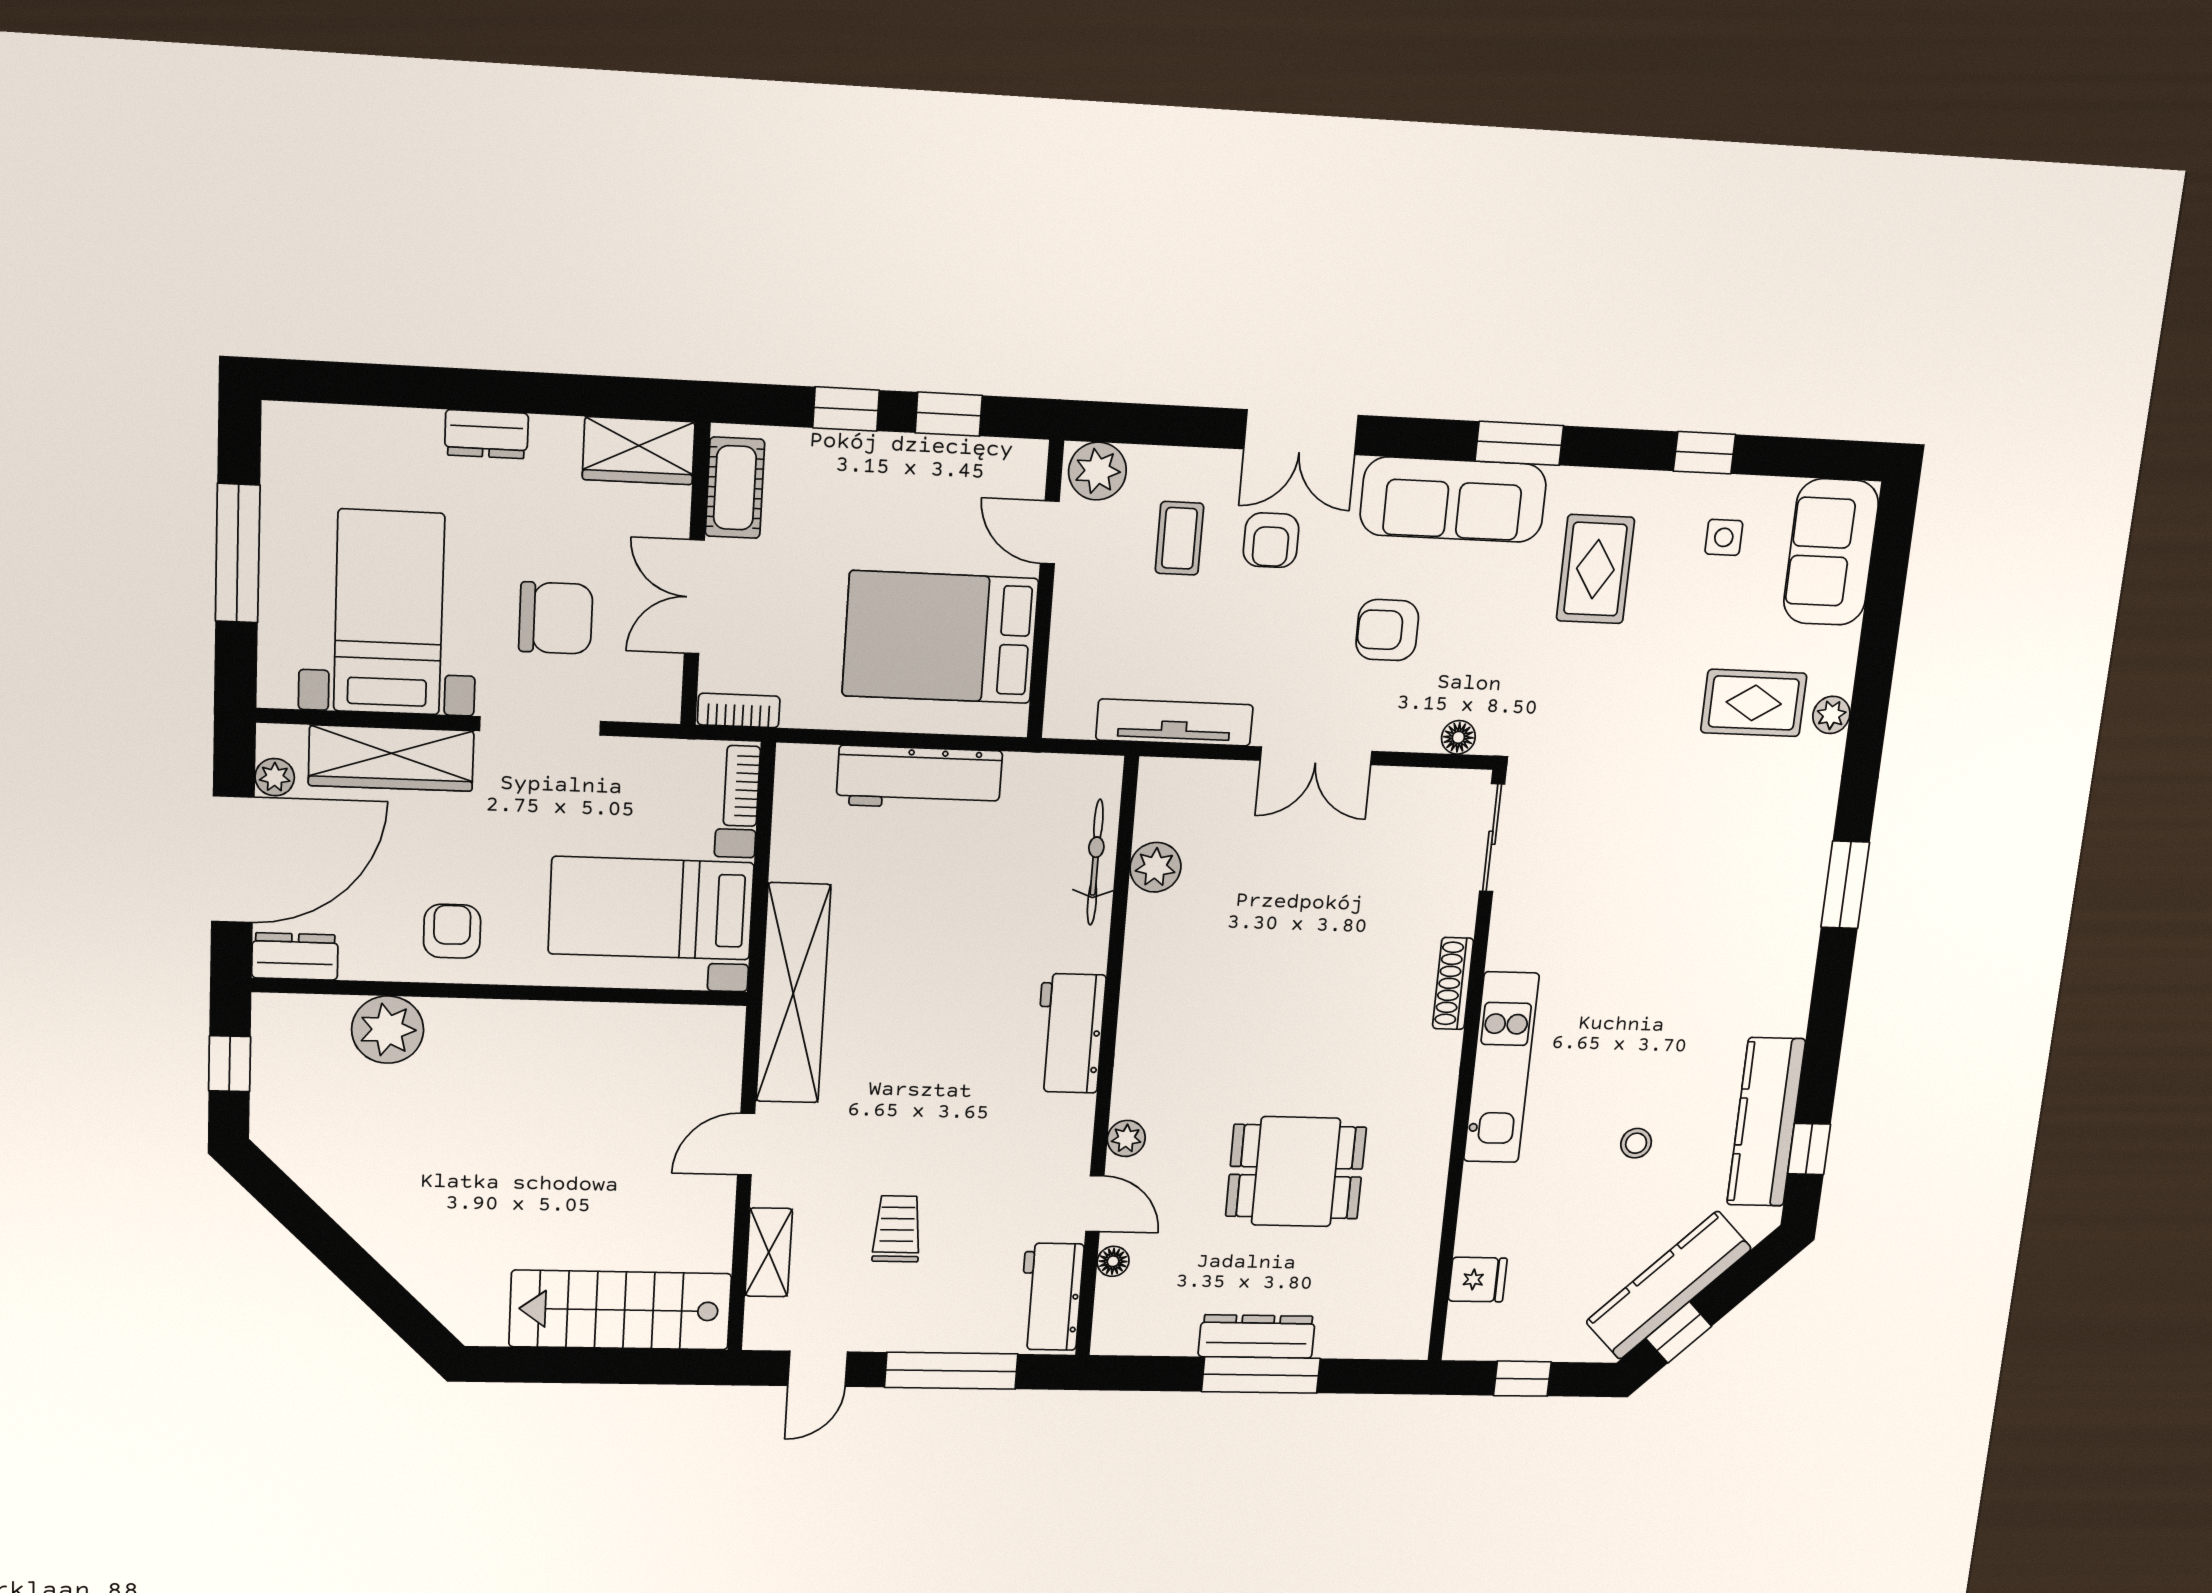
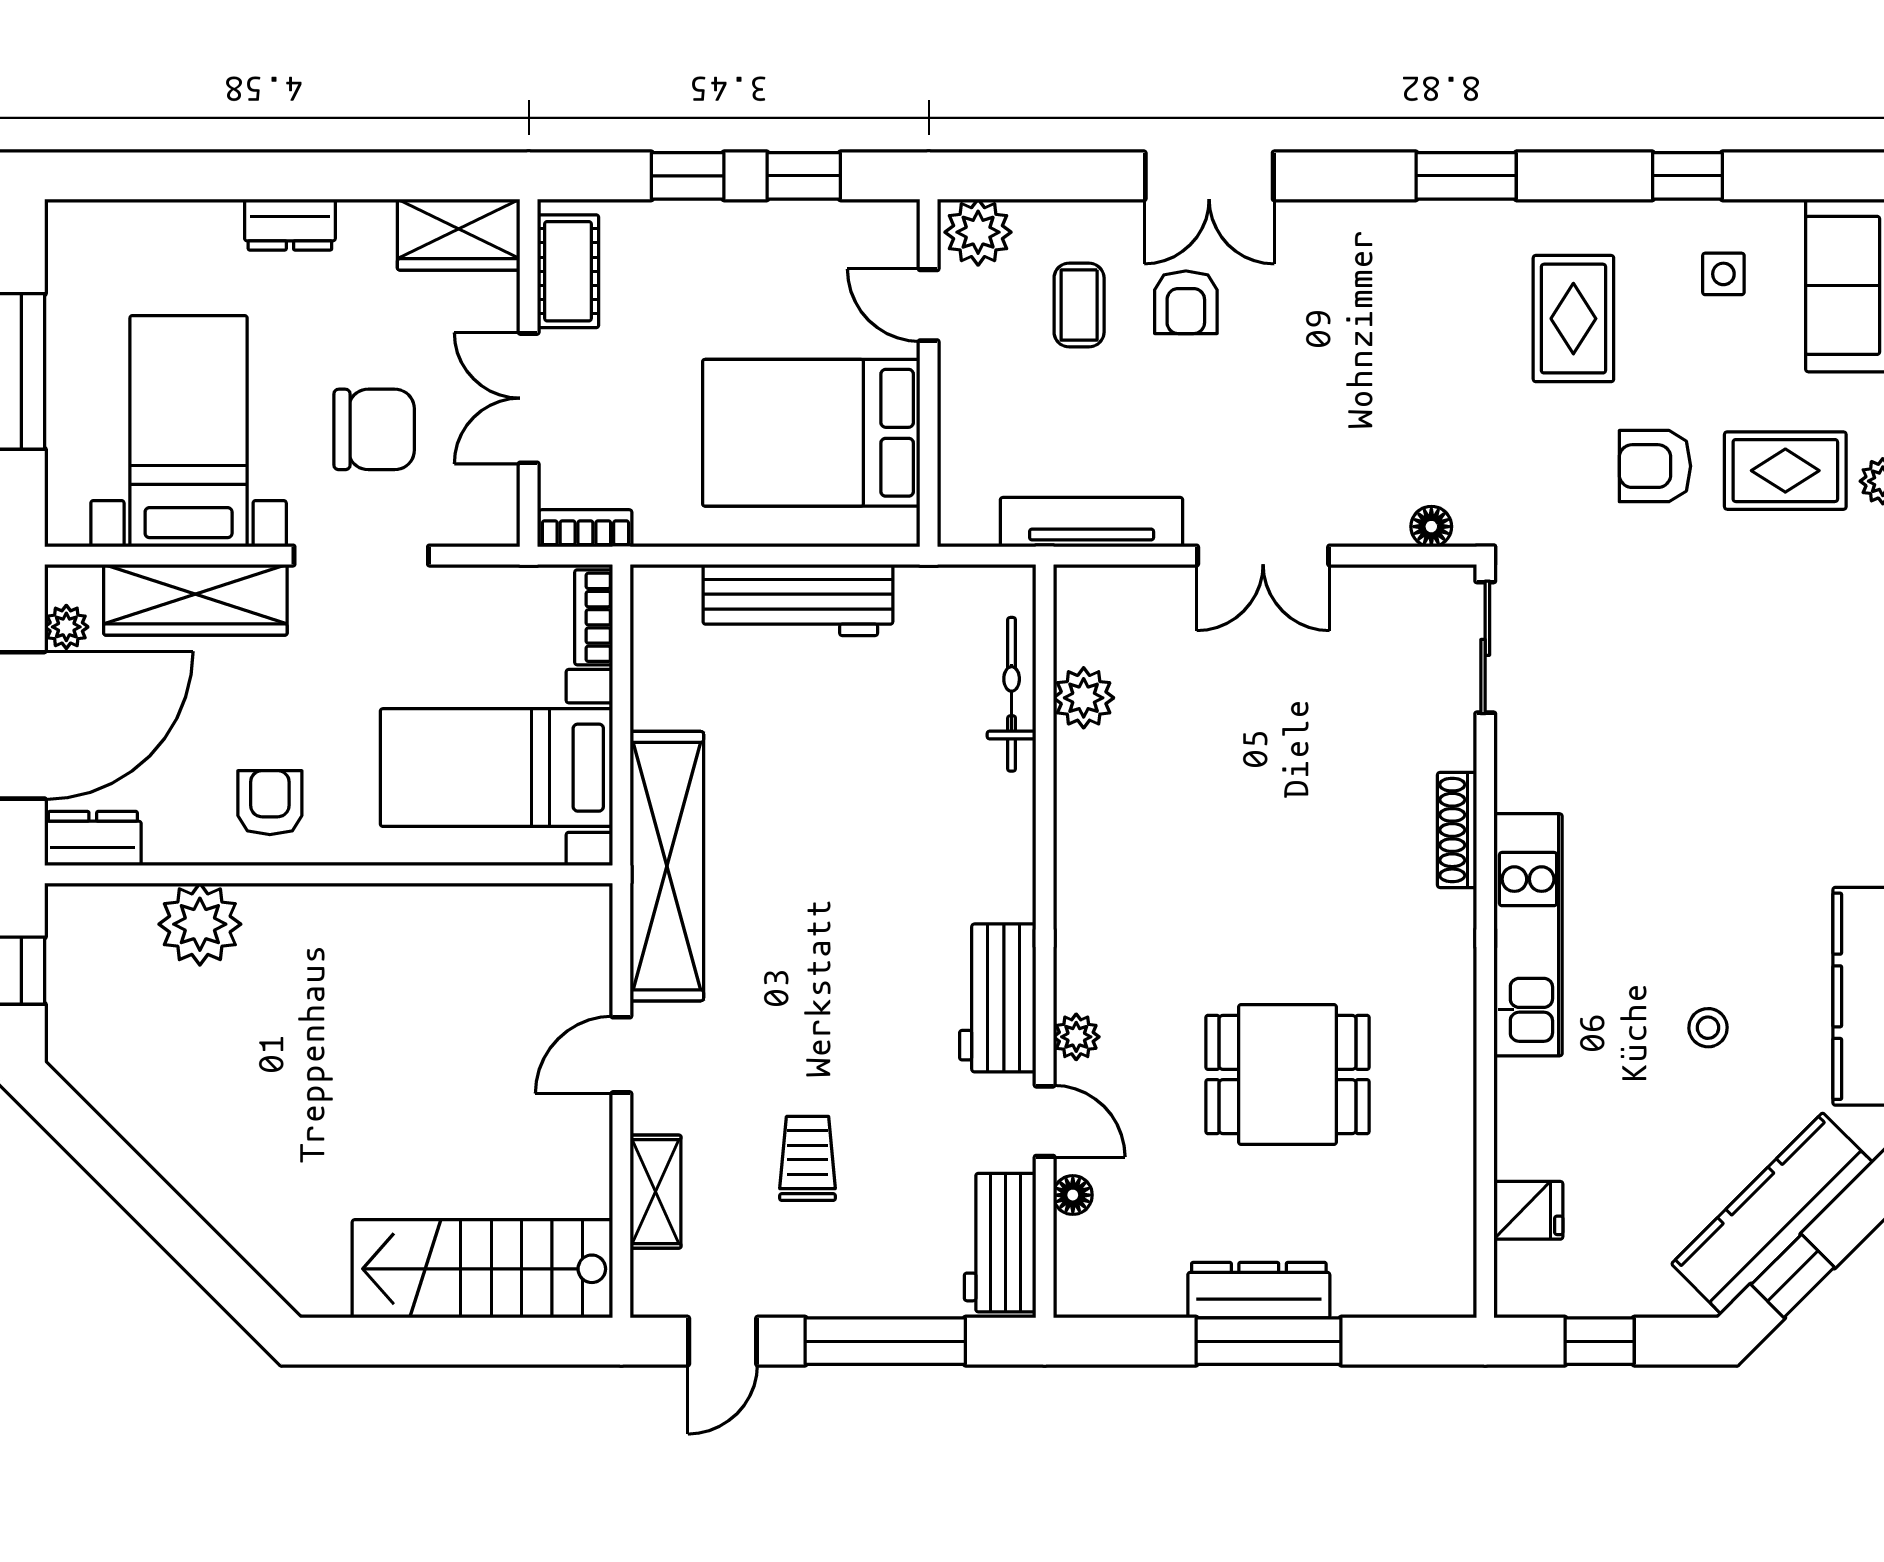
sofa: (1453, 500) -> (1395, 245), removed
armchair: (1387, 630) -> (1655, 466), moved
workbench: (1070, 1033) -> (998, 998), moved

